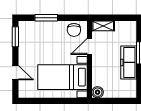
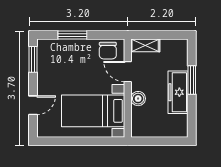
door: (89, 46) -> (128, 72), hinge flipped
door: (15, 73) -> (33, 105), hinge flipped
boiler: (98, 92) -> (138, 99), moved

